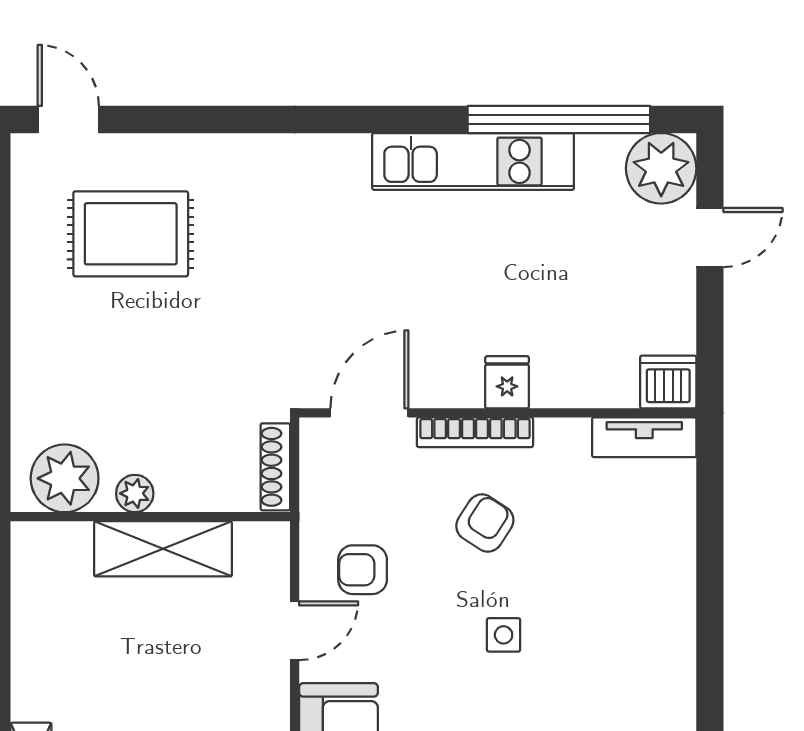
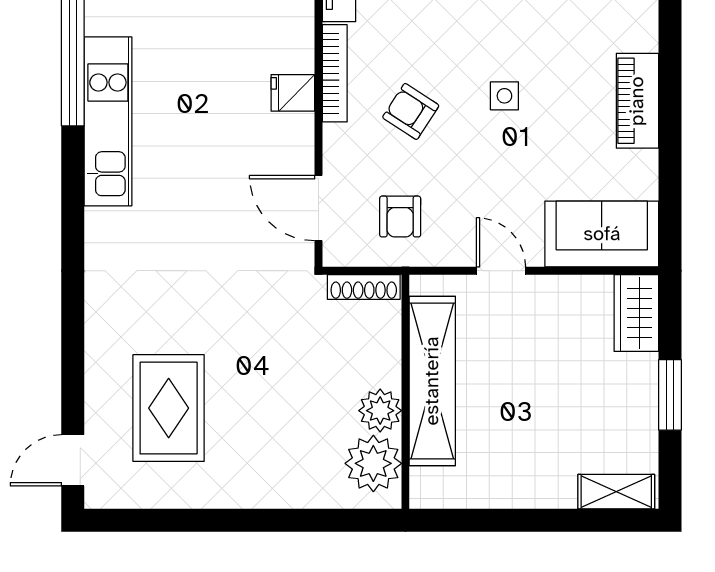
bookcase: (475, 432) -> (335, 73), moved
plant: (135, 493) -> (380, 411), width x1.38, depth x1.38
shelving: (163, 549) -> (432, 381), width x1.47
armchair: (363, 570) -> (400, 217), moved

